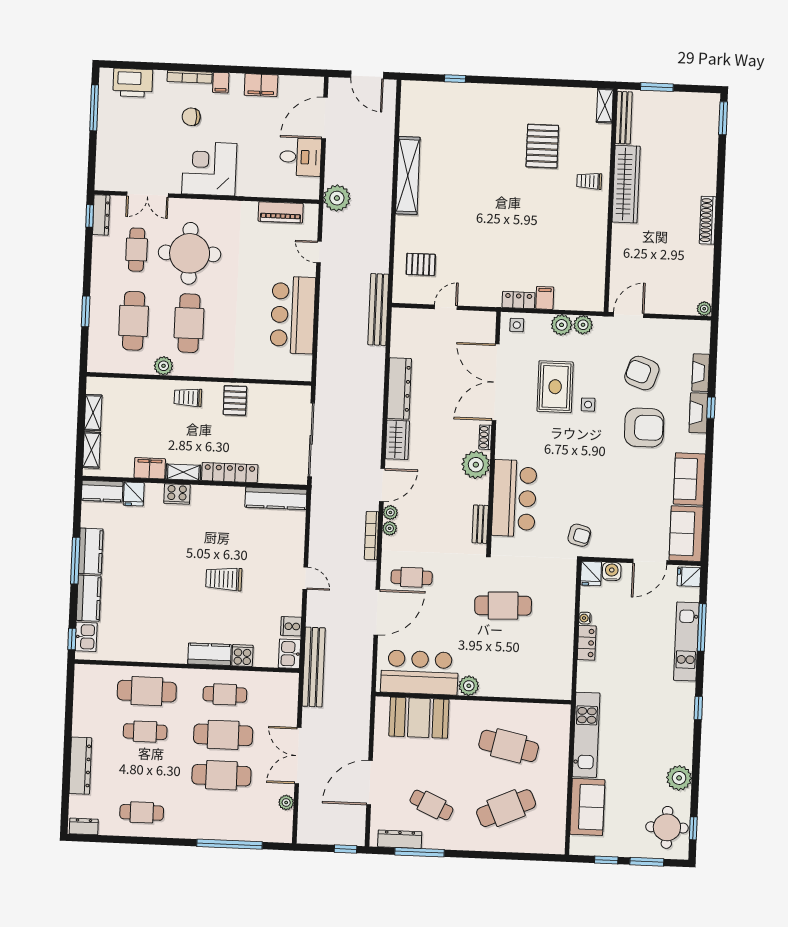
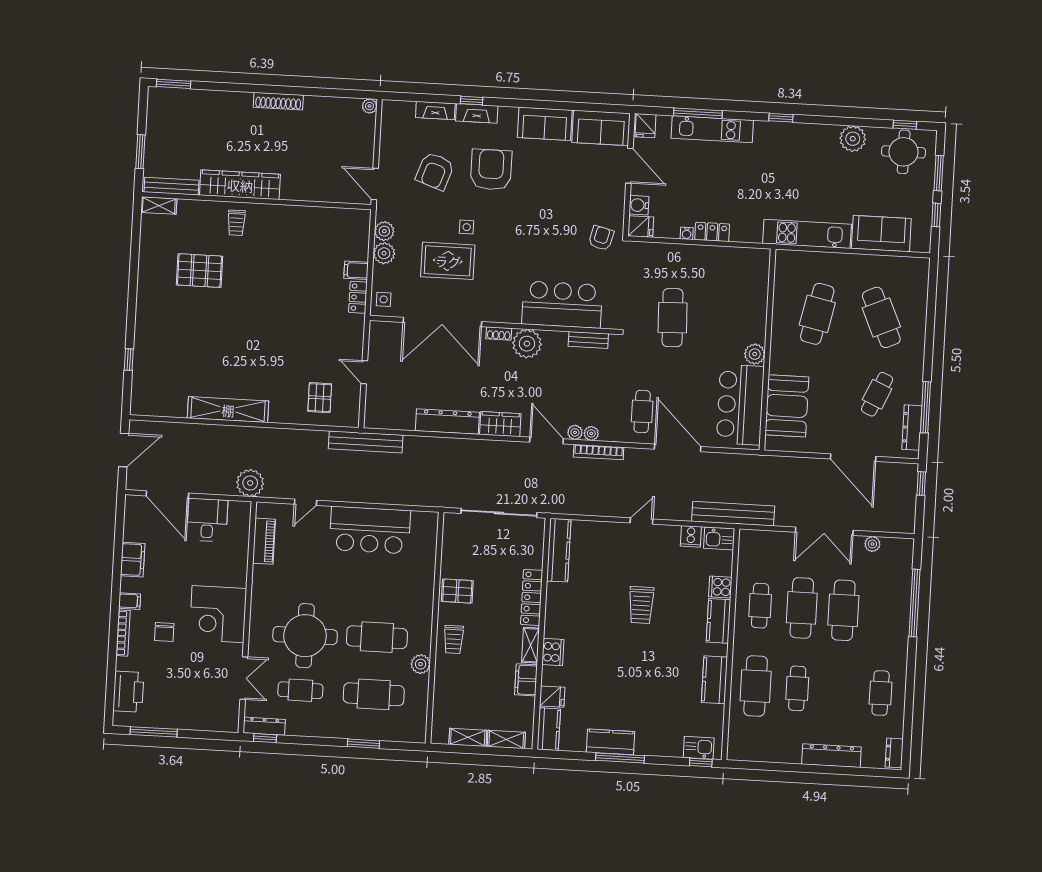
kitchen counter: (89, 598) -> (714, 680), moved, turned -90

